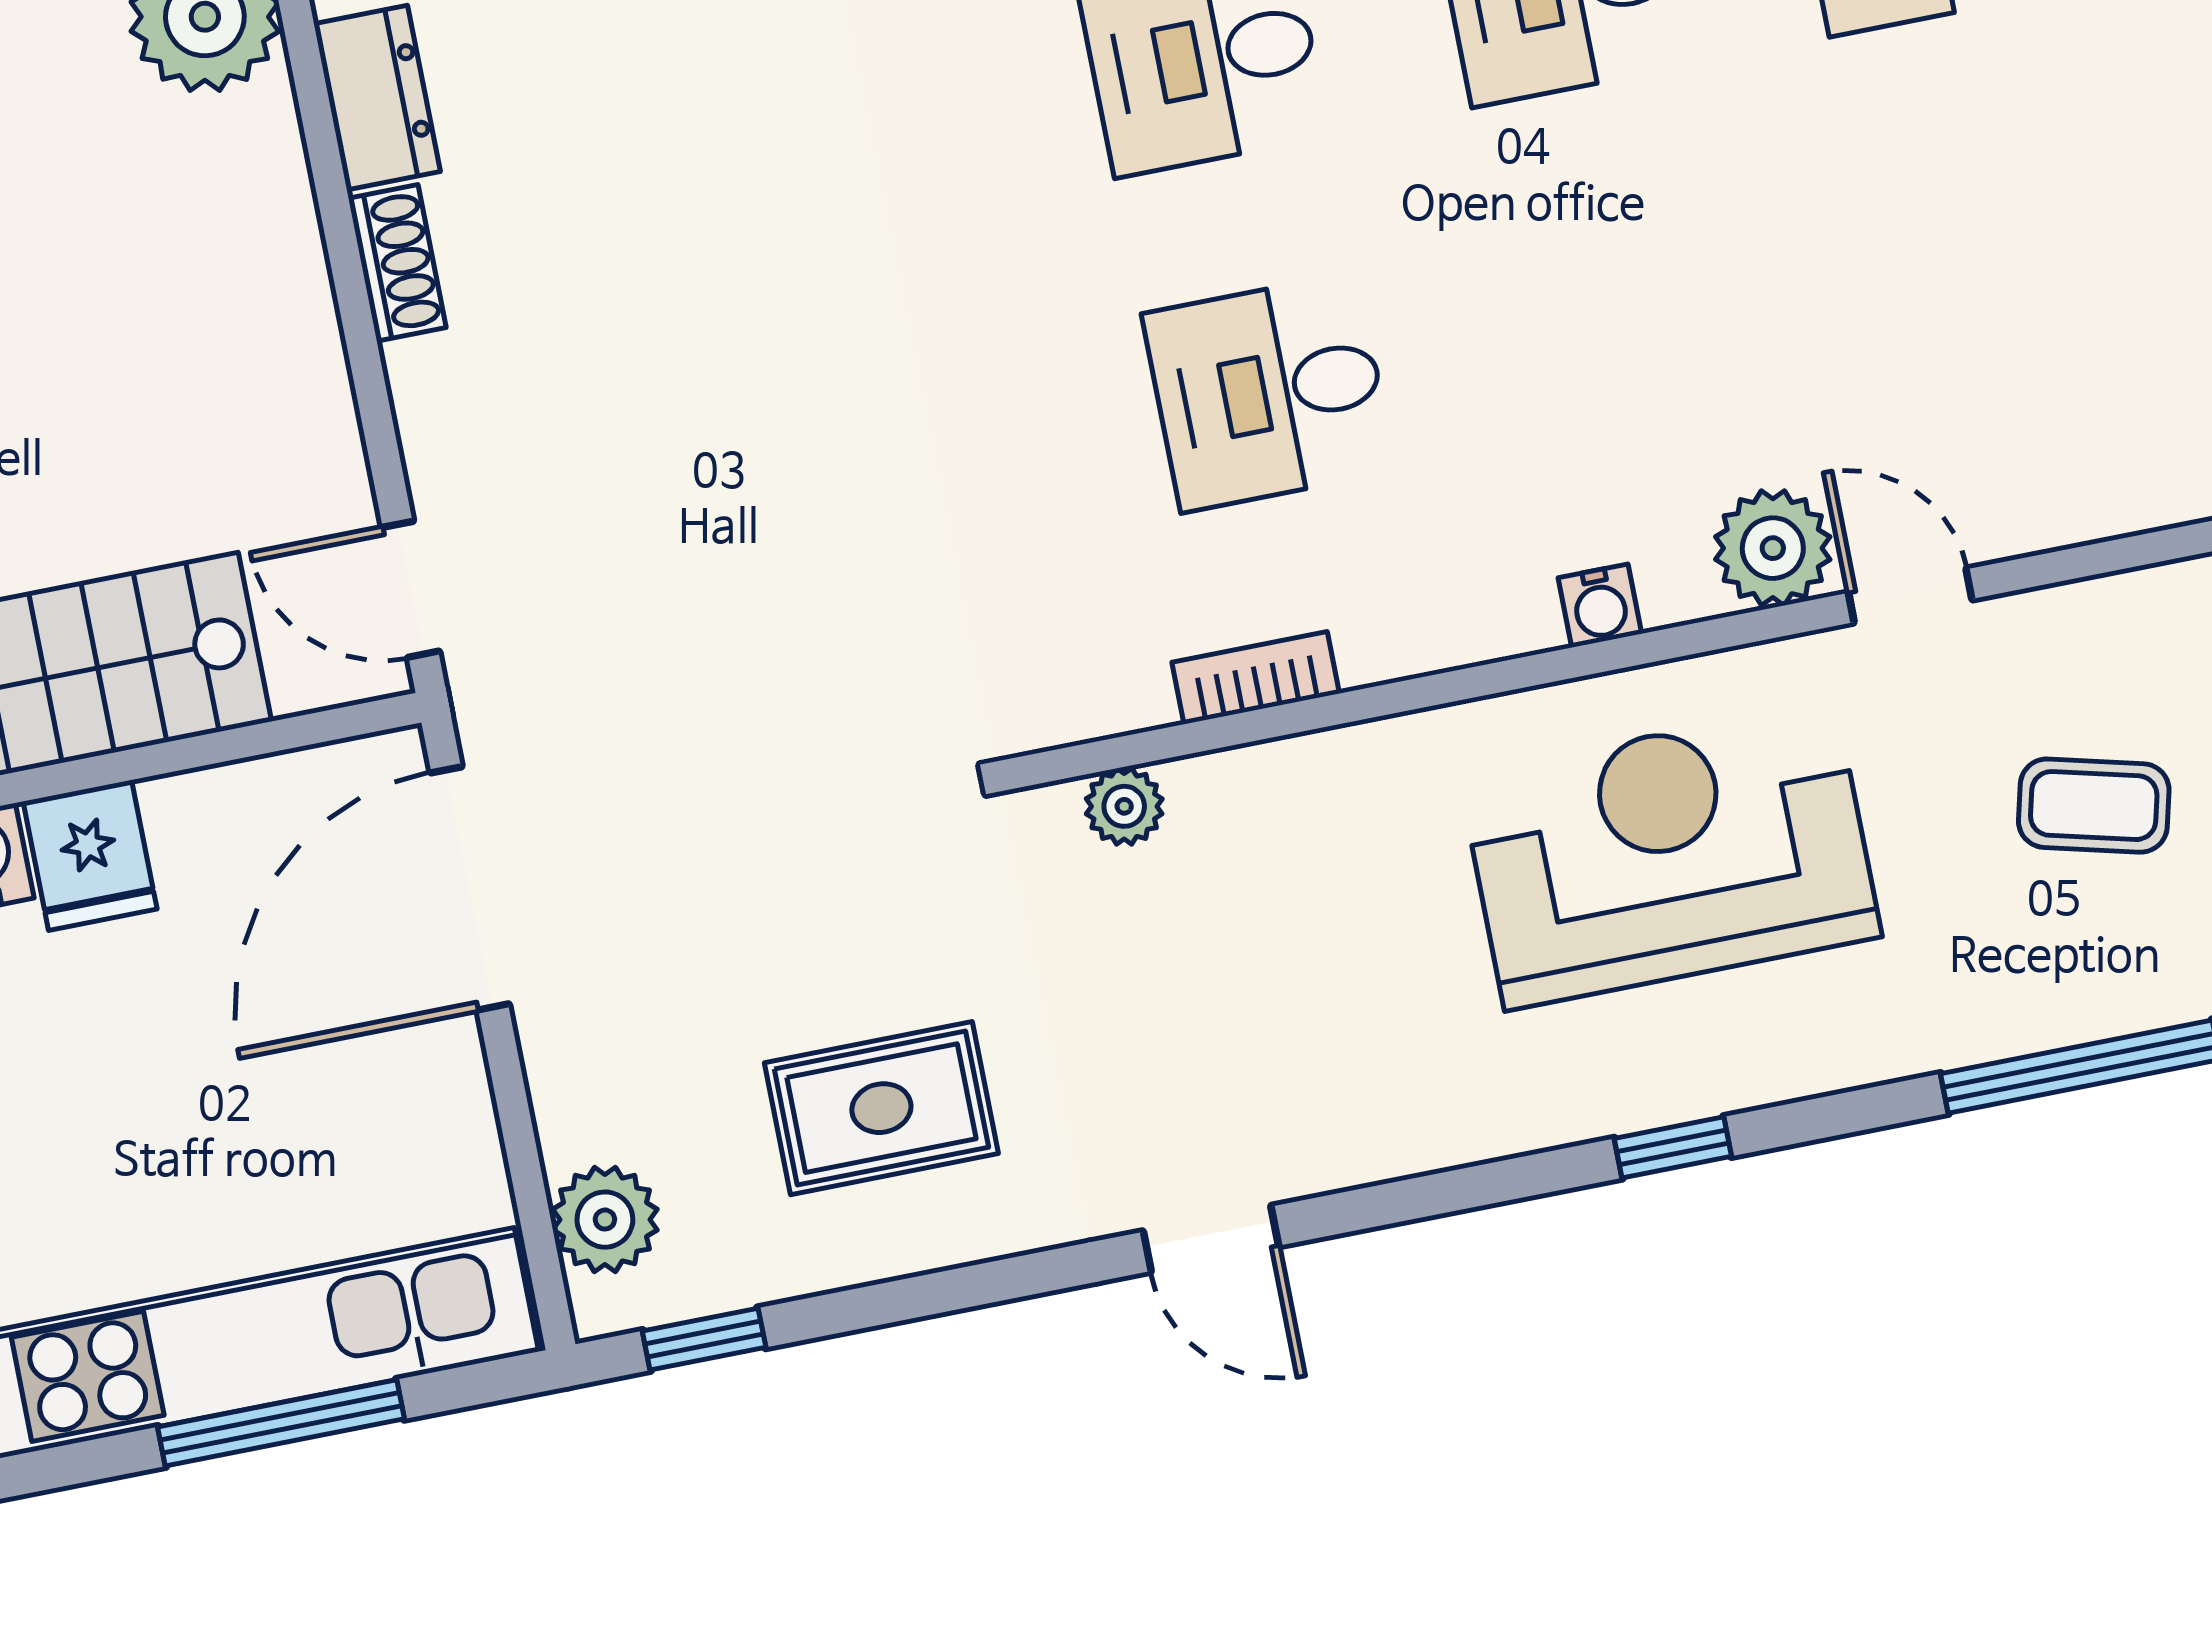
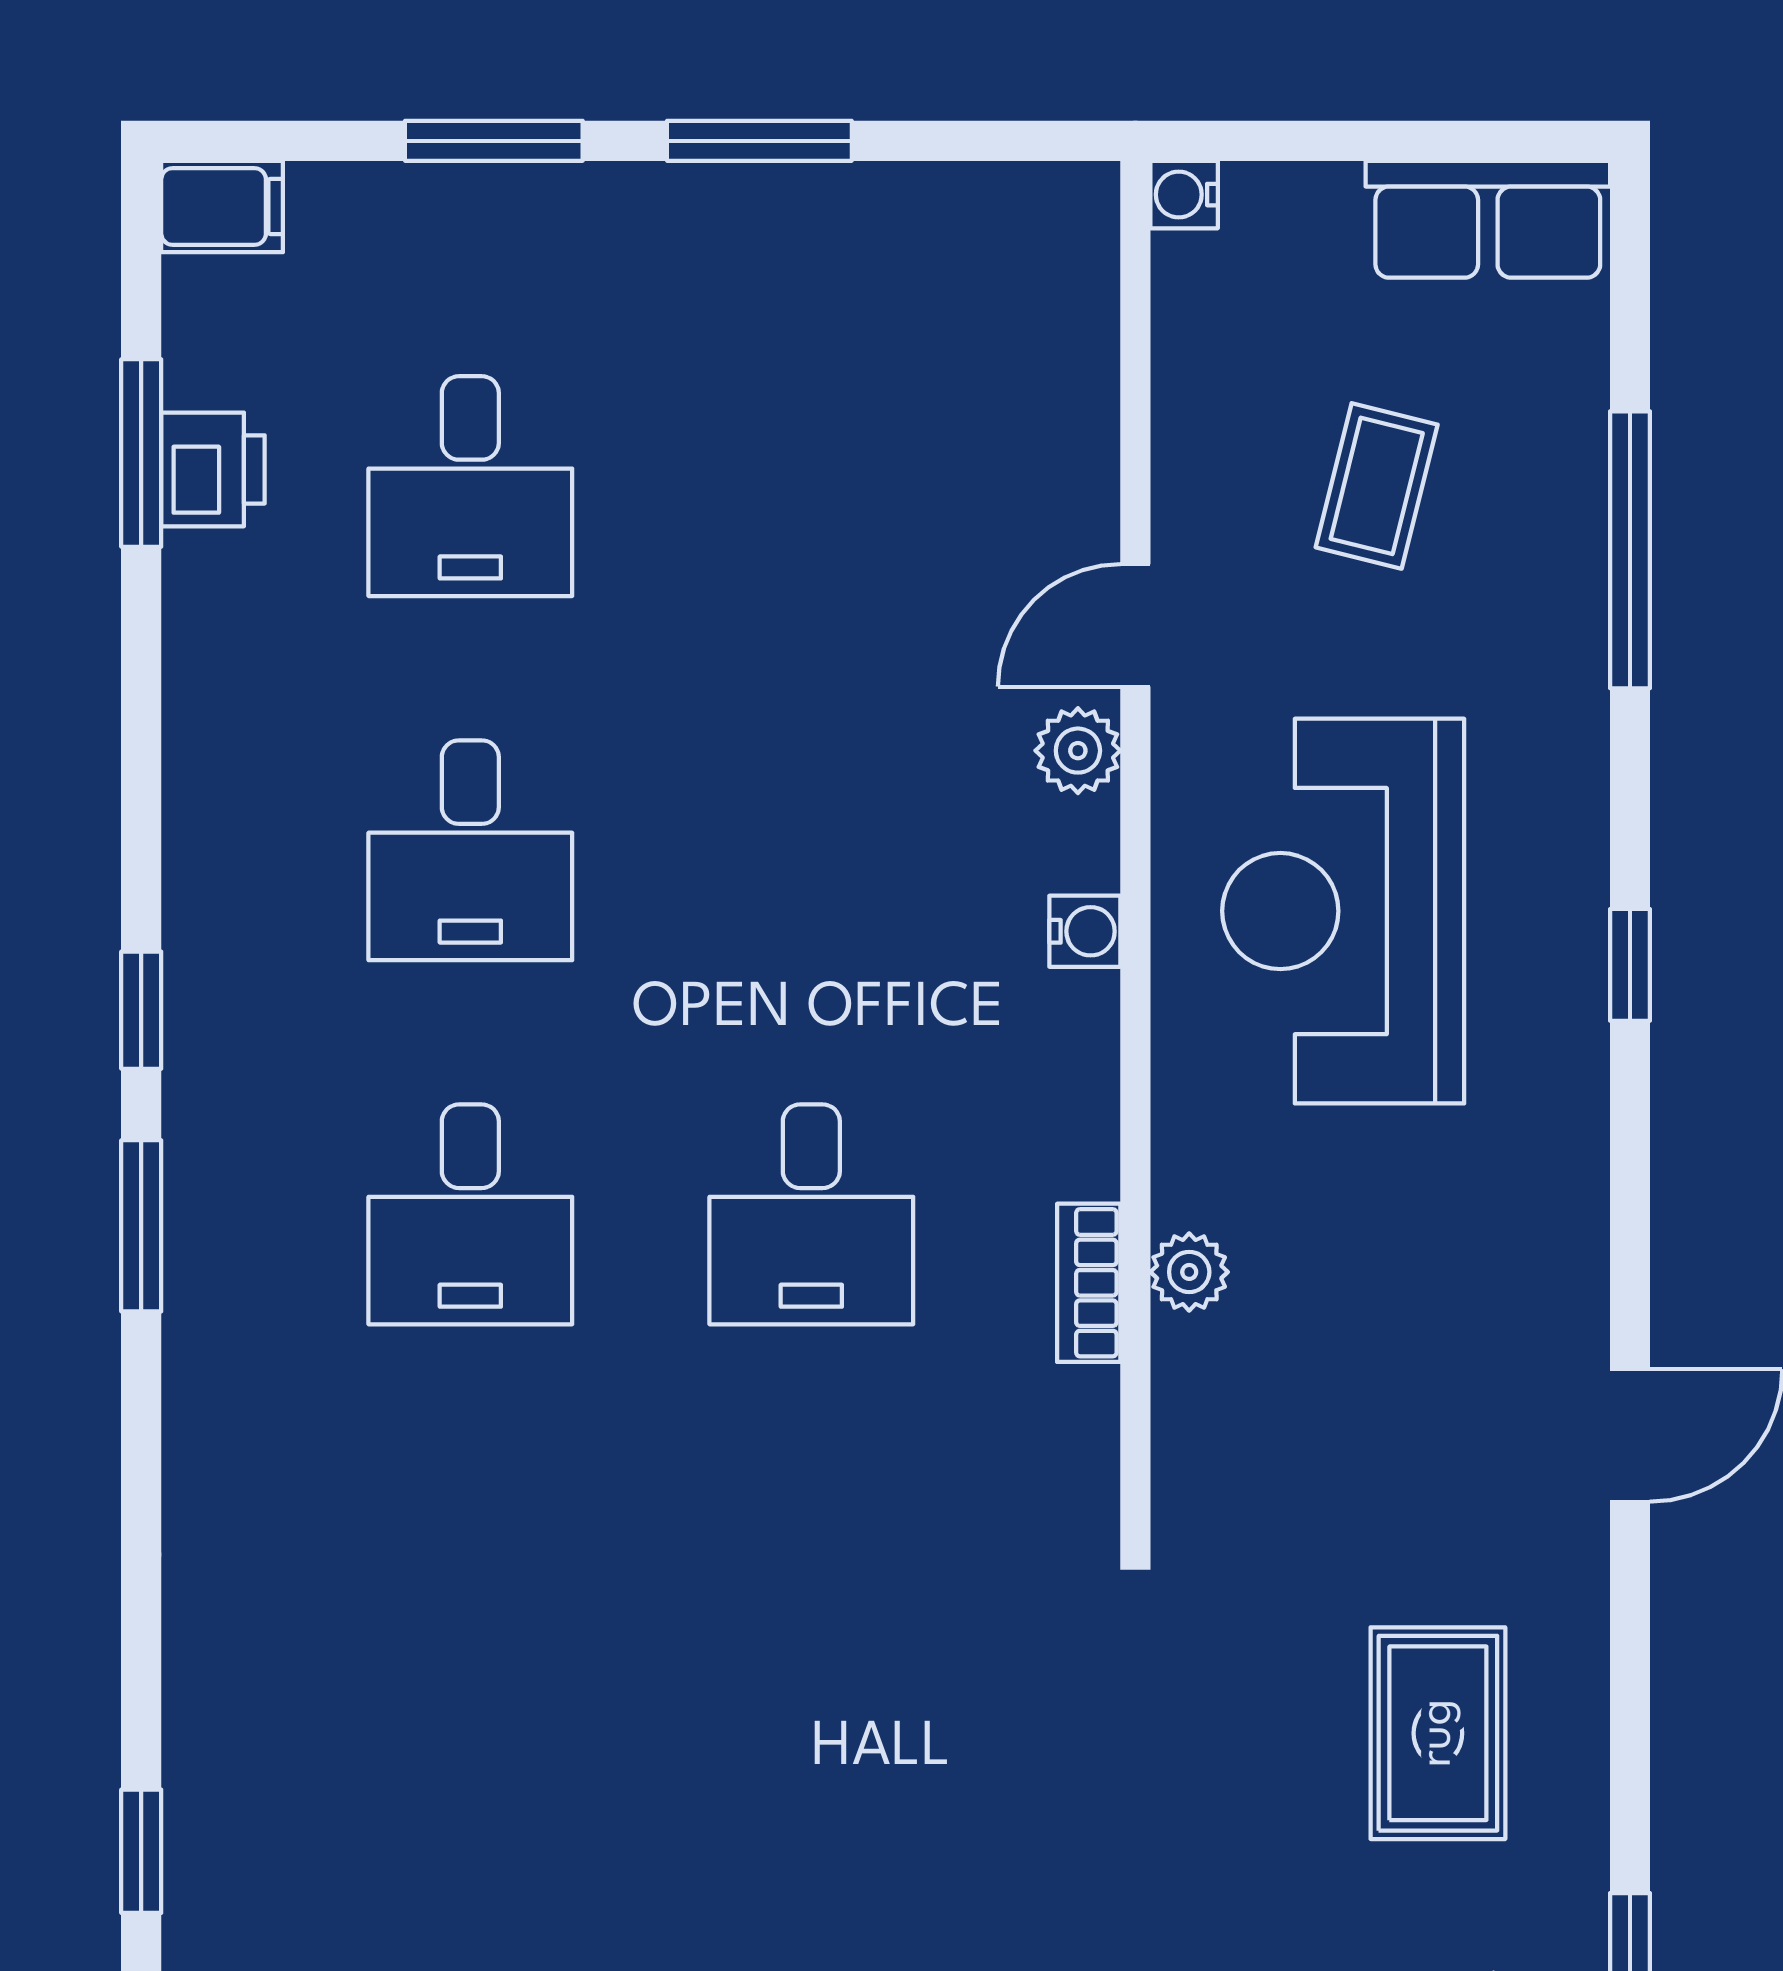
plant: (1773, 548) -> (1078, 751), width x0.73, depth x0.73
plant: (1124, 806) -> (1189, 1272), moved

